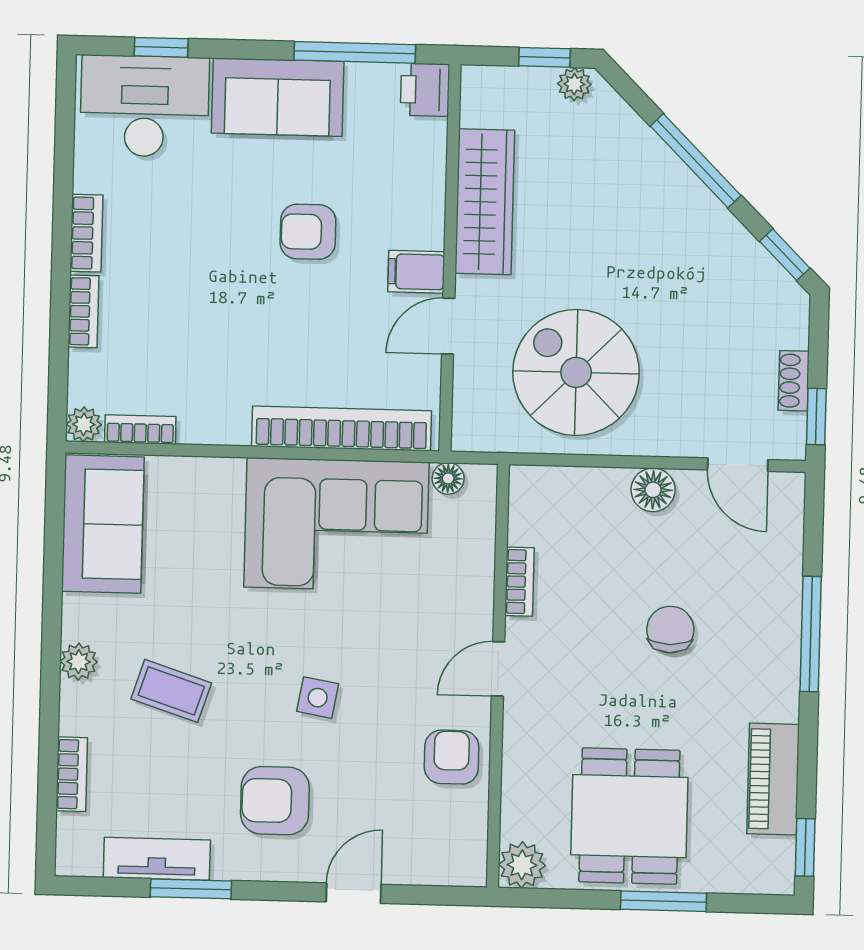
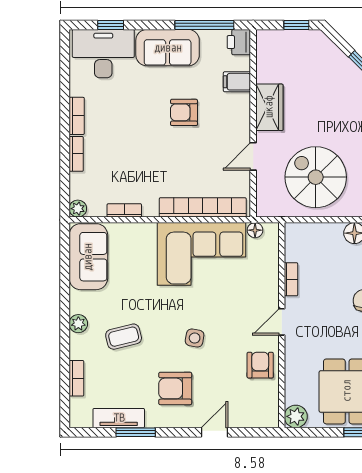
plant: (574, 84) -> (311, 38), removed
wardrobe: (485, 202) -> (269, 107), width x0.67
filing cabinet: (416, 272) -> (237, 82), moved
bookcase: (140, 430) -> (124, 210), moved
coffee table: (171, 691) -> (124, 337), turned -32

